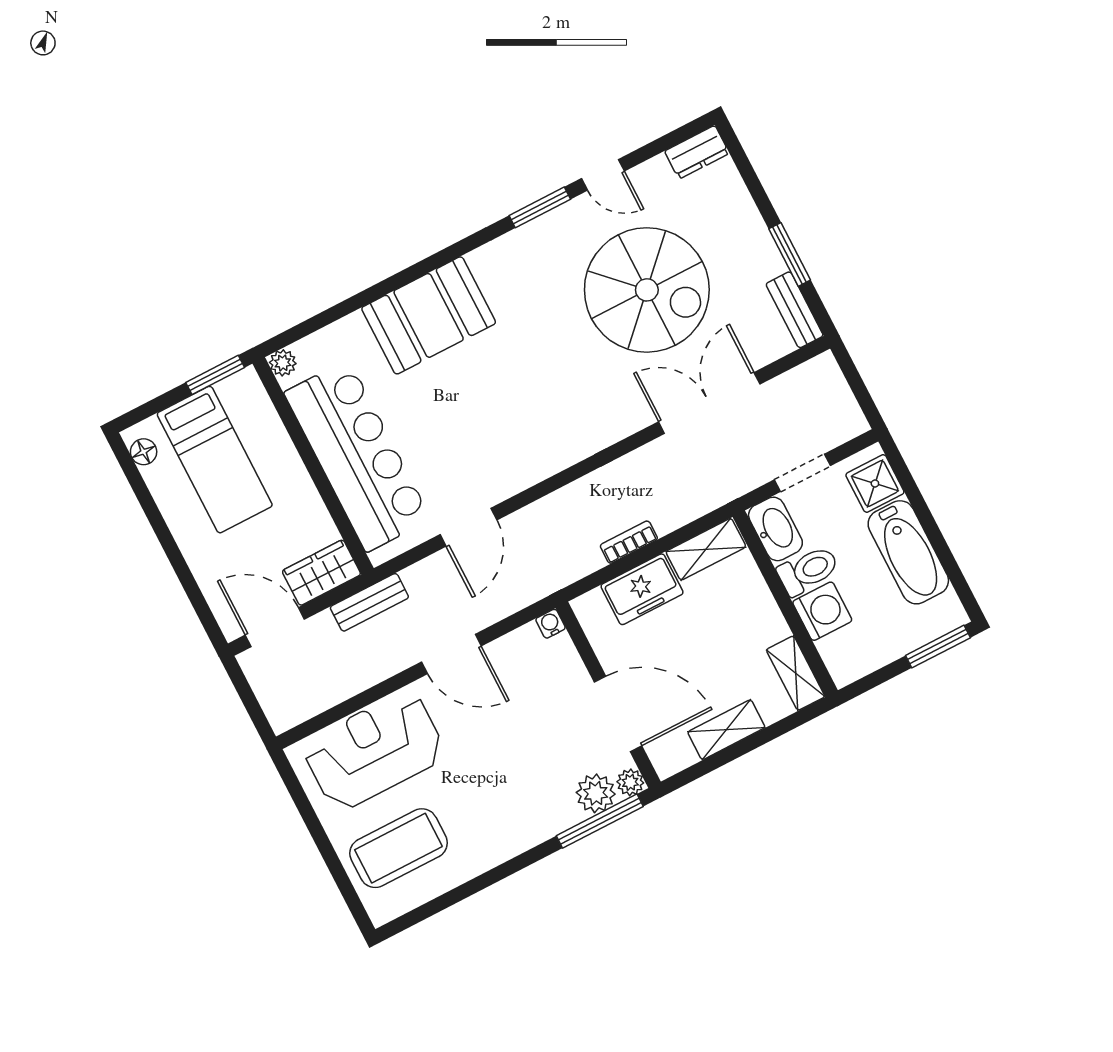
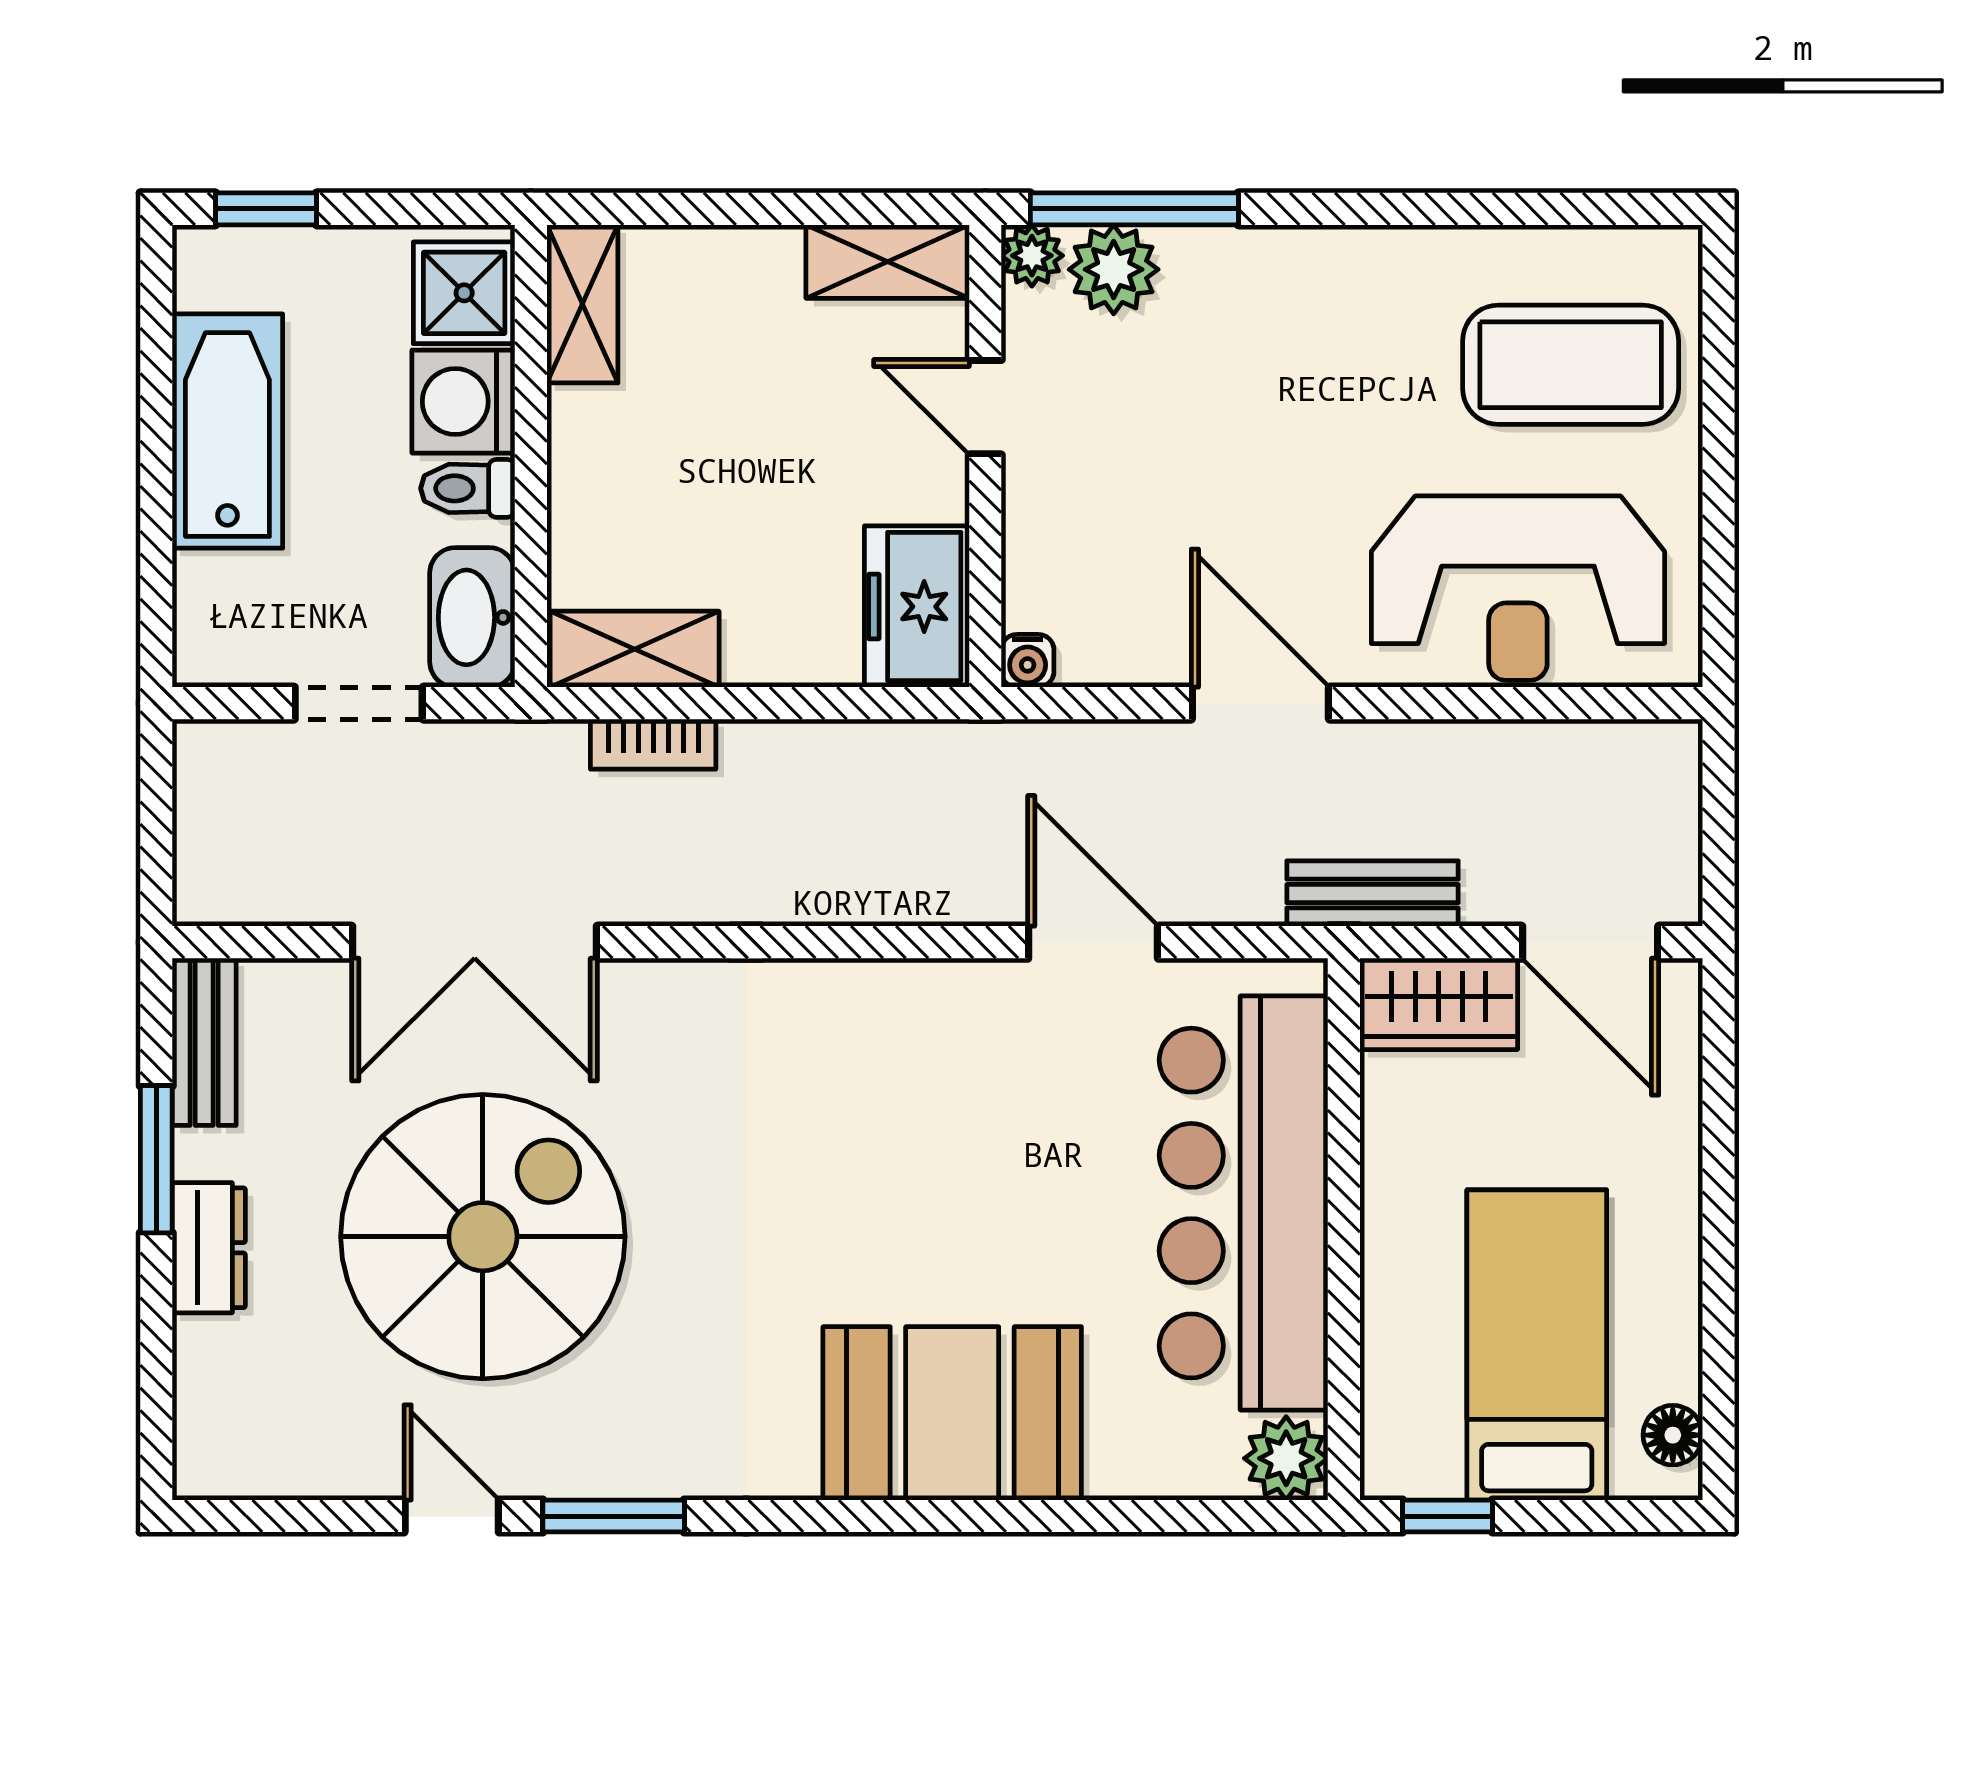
dresser: (697, 152) -> (209, 1248), moved, turned 90
spiral stairs: (647, 290) -> (483, 1237), turned 90
plant: (283, 363) -> (1286, 1458), width x1.38, depth x1.38
window: (215, 375) -> (1447, 1516), width x0.67
shower: (875, 484) -> (464, 293), moved
door: (468, 527) -> (1093, 942), hinge flipped
bookcase: (629, 542) -> (653, 744), moved
toilet: (808, 570) -> (468, 488), width x0.73, depth x0.72
freezer: (642, 589) -> (917, 607), moved, turned -90
window: (938, 647) -> (266, 209), width x0.67
door: (618, 714) -> (985, 407), width x0.53
shelving: (726, 730) -> (888, 262), moved

